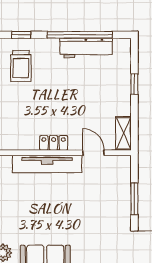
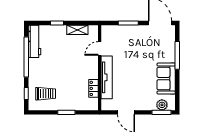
workbench: (86, 48) -> (34, 41), moved
shelving: (123, 133) -> (77, 30), moved
locker: (54, 143) -> (94, 88), moved

